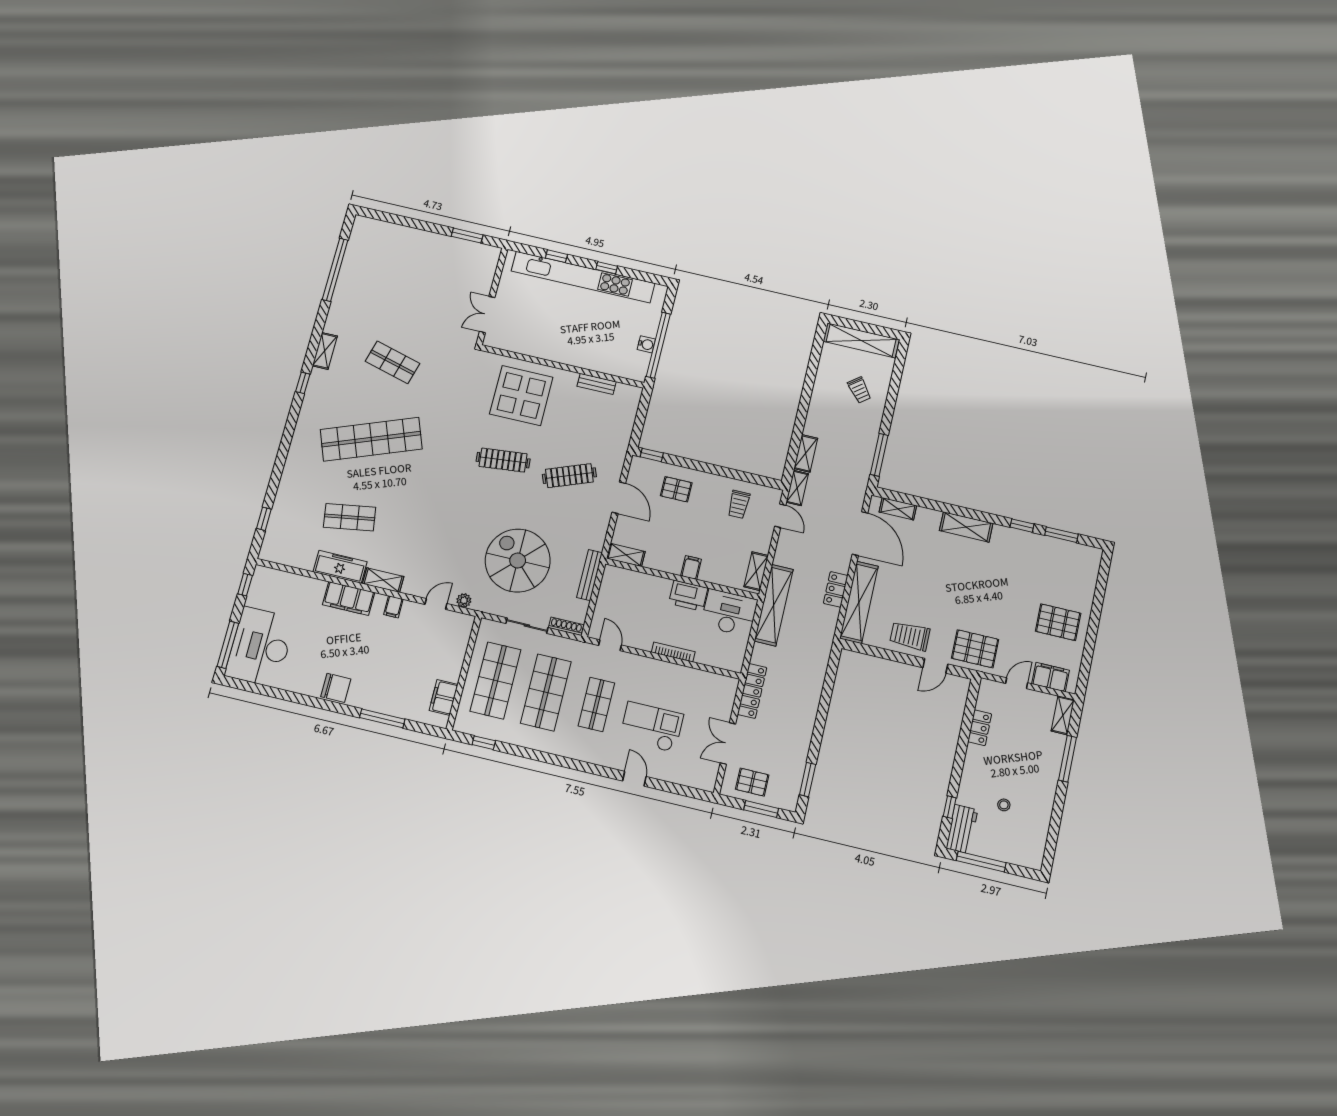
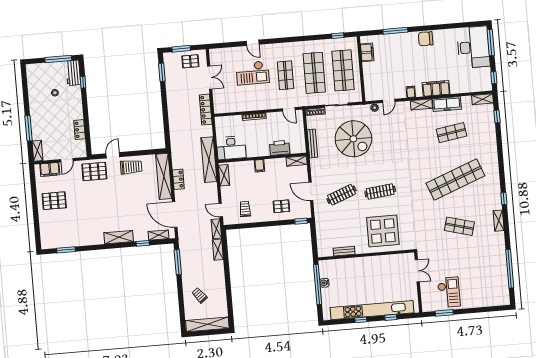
checkout: (448, 265) -> (449, 292), added
window: (1022, 526) -> (143, 243), moved
shelving: (277, 555) -> (483, 99), added
printer: (688, 596) -> (280, 148), moved

